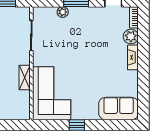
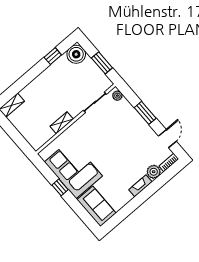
plant: (63, 12) -> (117, 96), moved
corner sofa: (52, 93) -> (73, 169), moved, turned -90

